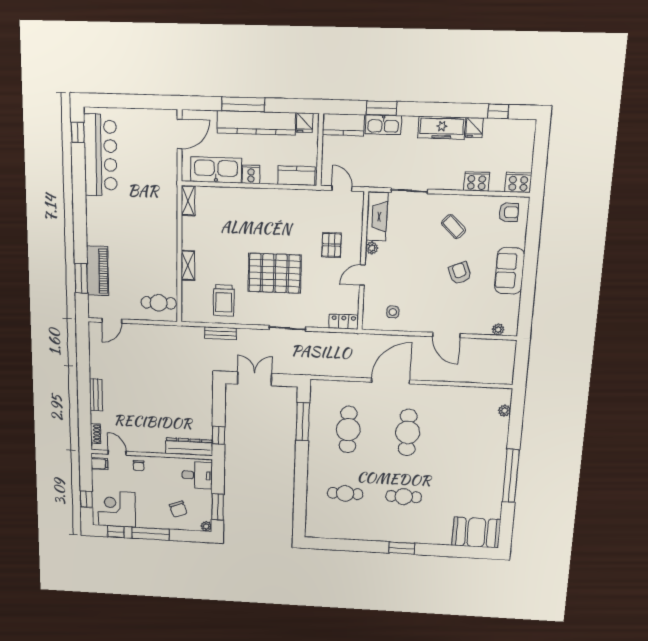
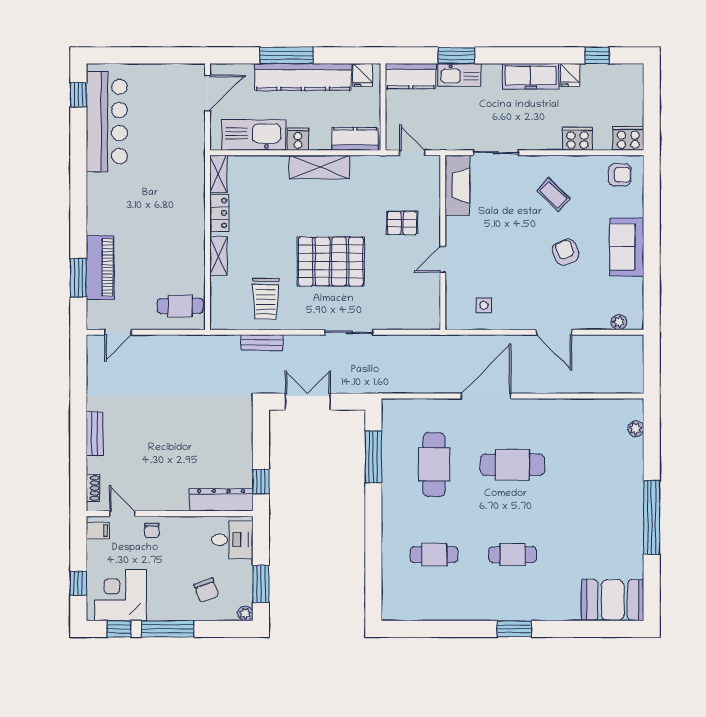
shelving: (268, 198) -> (320, 167), added
pallet: (331, 245) -> (402, 223), turned 90
plant: (372, 248) -> (453, 225), removed
locker: (344, 322) -> (219, 213), moved, turned 90
cafe table: (408, 432) -> (513, 465), turned 90

